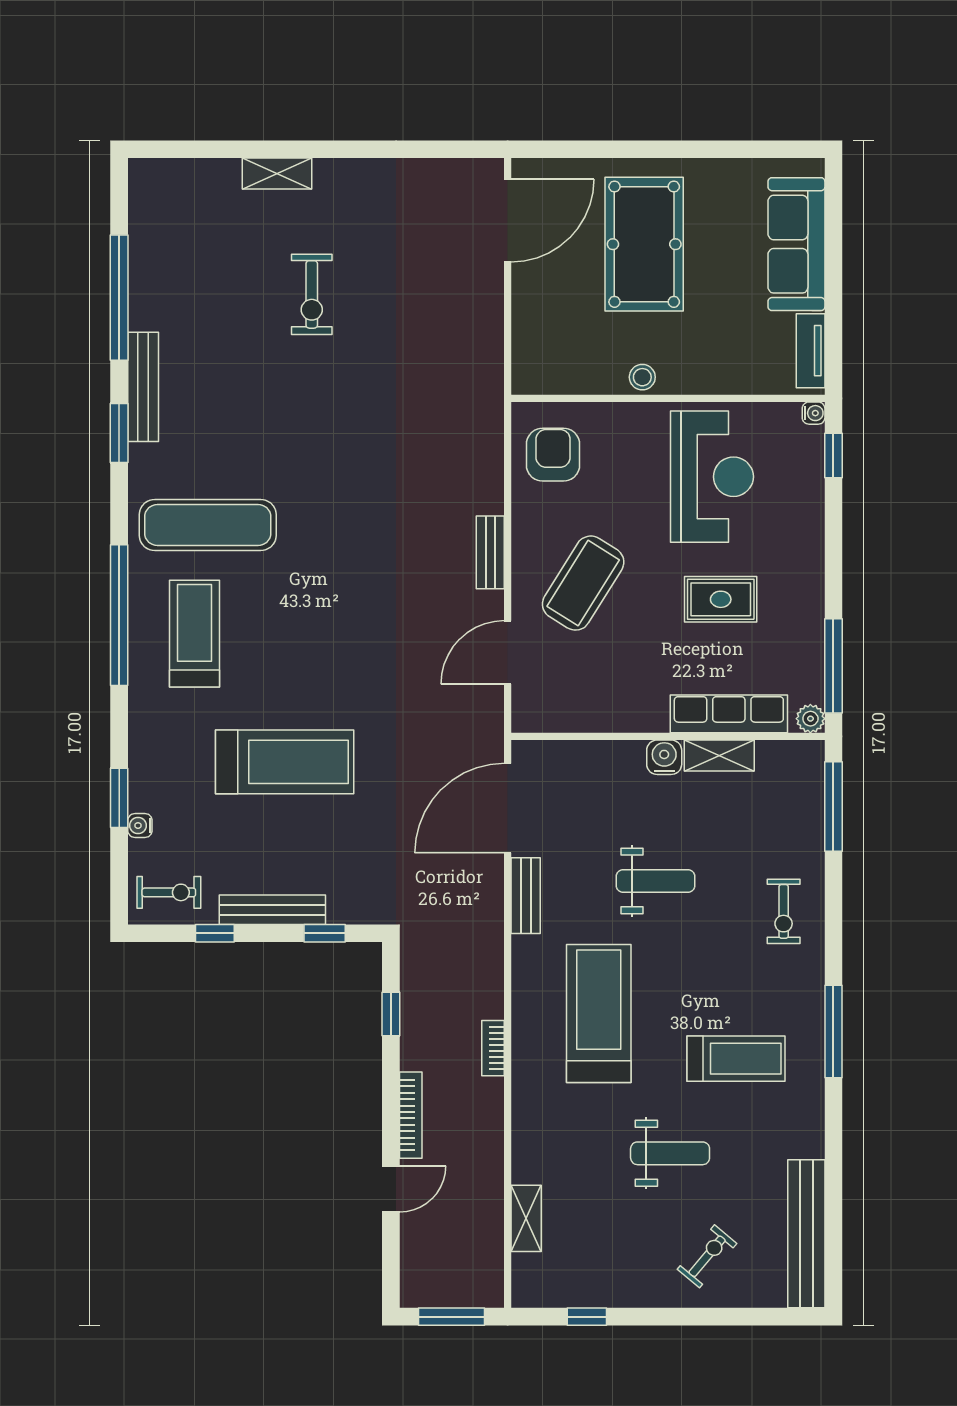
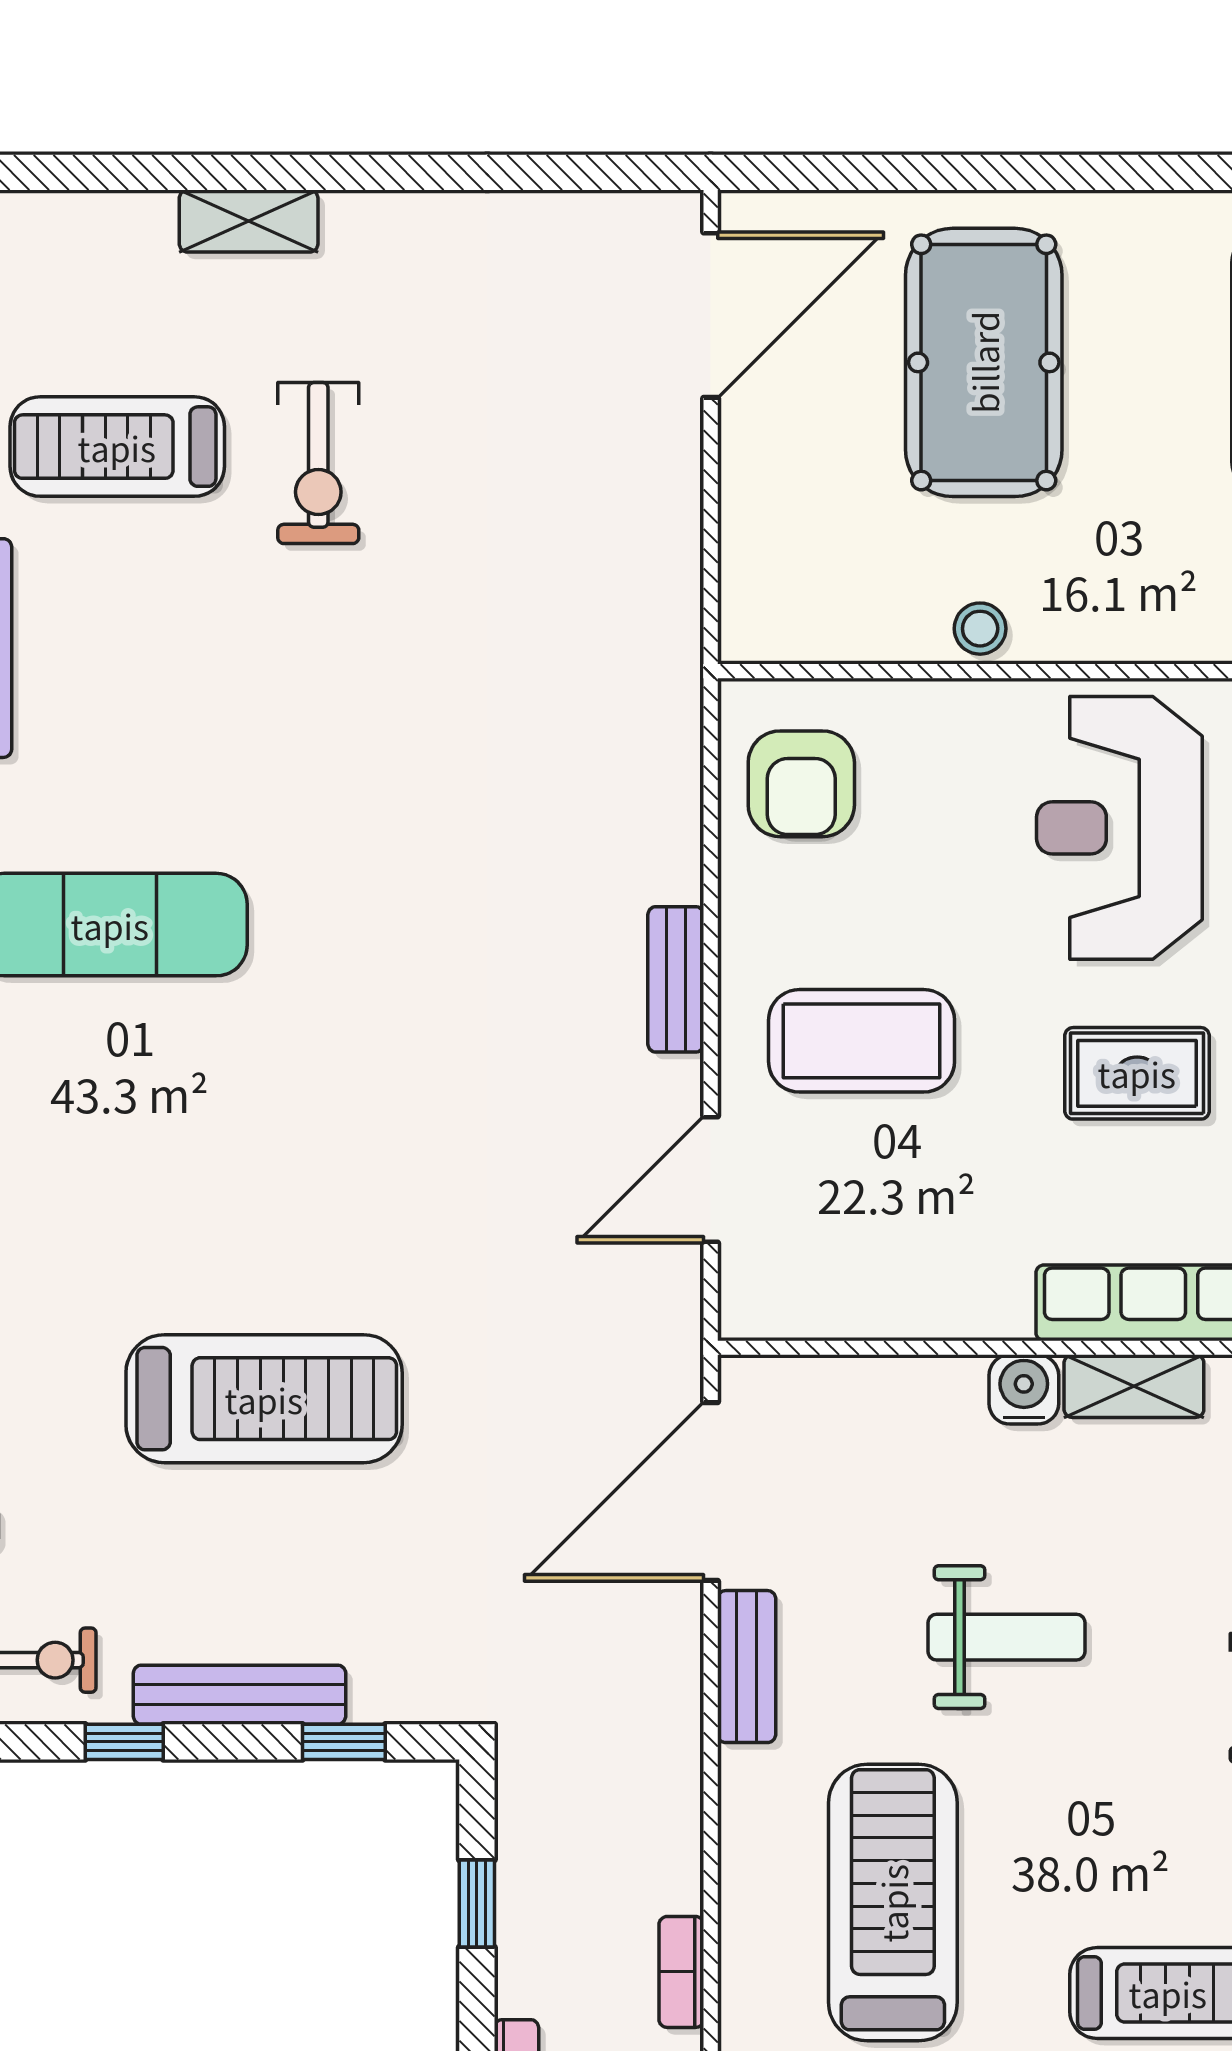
armchair: (553, 455) -> (801, 784), turned 180
reception desk: (712, 477) -> (1119, 828), turned 180
coffee table: (583, 583) -> (862, 1041), turned 58
treadmill: (194, 634) -> (117, 447), moved, turned -90

